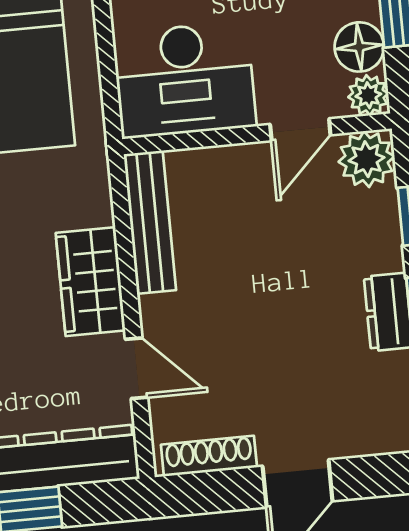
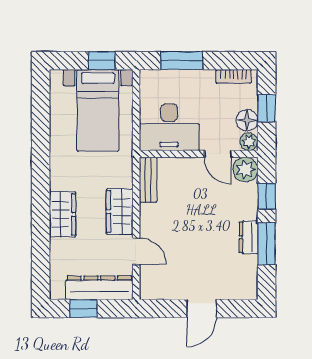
door: (300, 130) -> (218, 154), hinge flipped
bench: (150, 222) -> (148, 180), width x0.73
shoe rack: (209, 456) -> (164, 293), removed

